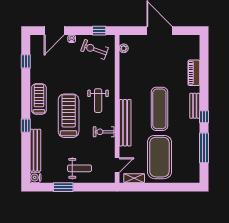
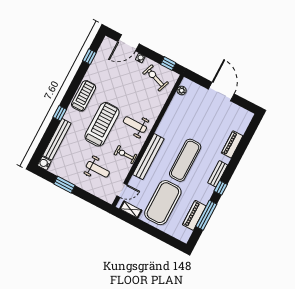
weight bench: (98, 101) -> (135, 125), turned 90
piano: (193, 154) -> (194, 215), added
weight bench: (80, 168) -> (98, 169), moved

